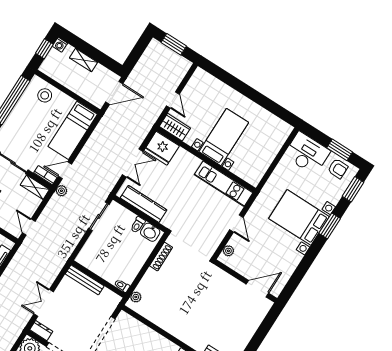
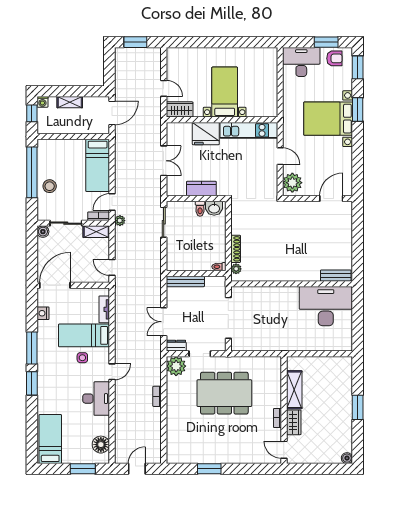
stool: (45, 95) -> (50, 186), moved
fridge: (162, 148) -> (206, 134), moved
kitchen counter: (144, 204) -> (201, 189), width x0.67
plant: (228, 251) -> (292, 183), width x1.88, depth x1.88
shoe rack: (161, 257) -> (236, 249), moved

